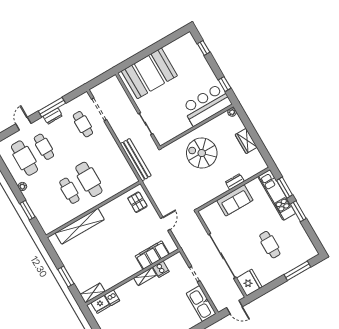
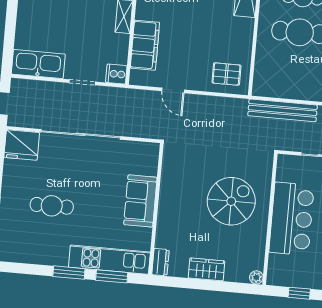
bar counter: (207, 105) -> (292, 219), moved
dresser: (235, 182) -> (161, 262), moved
cooker: (161, 269) -> (116, 74), moved

